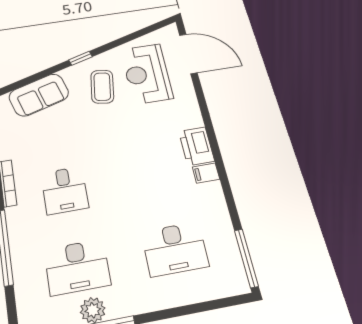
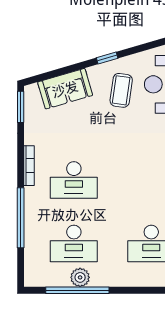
desk: (65, 190) -> (74, 180), width x1.37

